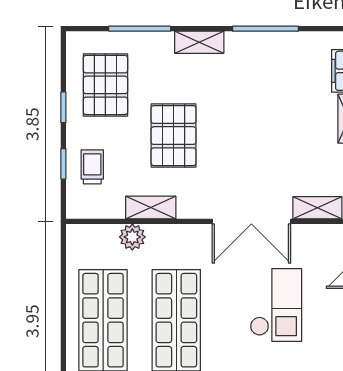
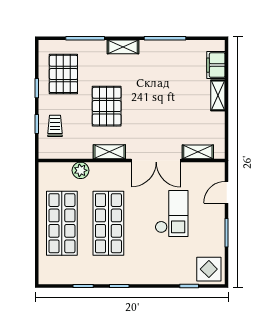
shelving: (151, 208) -> (109, 152), moved

